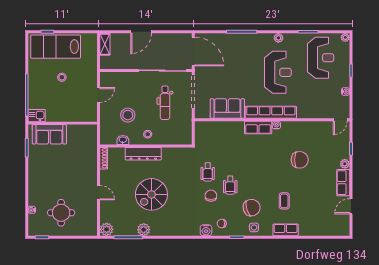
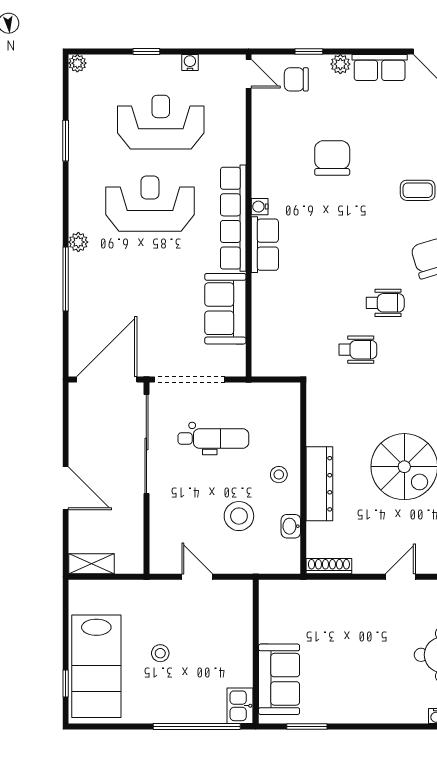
plant: (278, 38) -> (78, 242), moved
reception desk: (321, 58) -> (161, 122), moved
chair: (211, 196) -> (296, 79), moved

